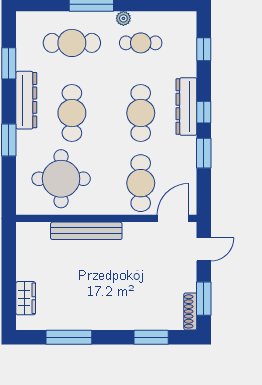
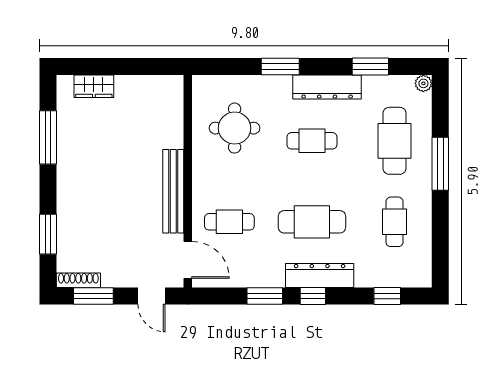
plant: (123, 18) -> (423, 83), moved
cafe table: (72, 113) -> (312, 141), width x0.73, depth x0.74
round table: (61, 179) -> (235, 128), width x0.73, depth x0.73
cafe table: (141, 183) -> (229, 222), width x0.73, depth x0.74
bench: (86, 231) -> (173, 191), moved

